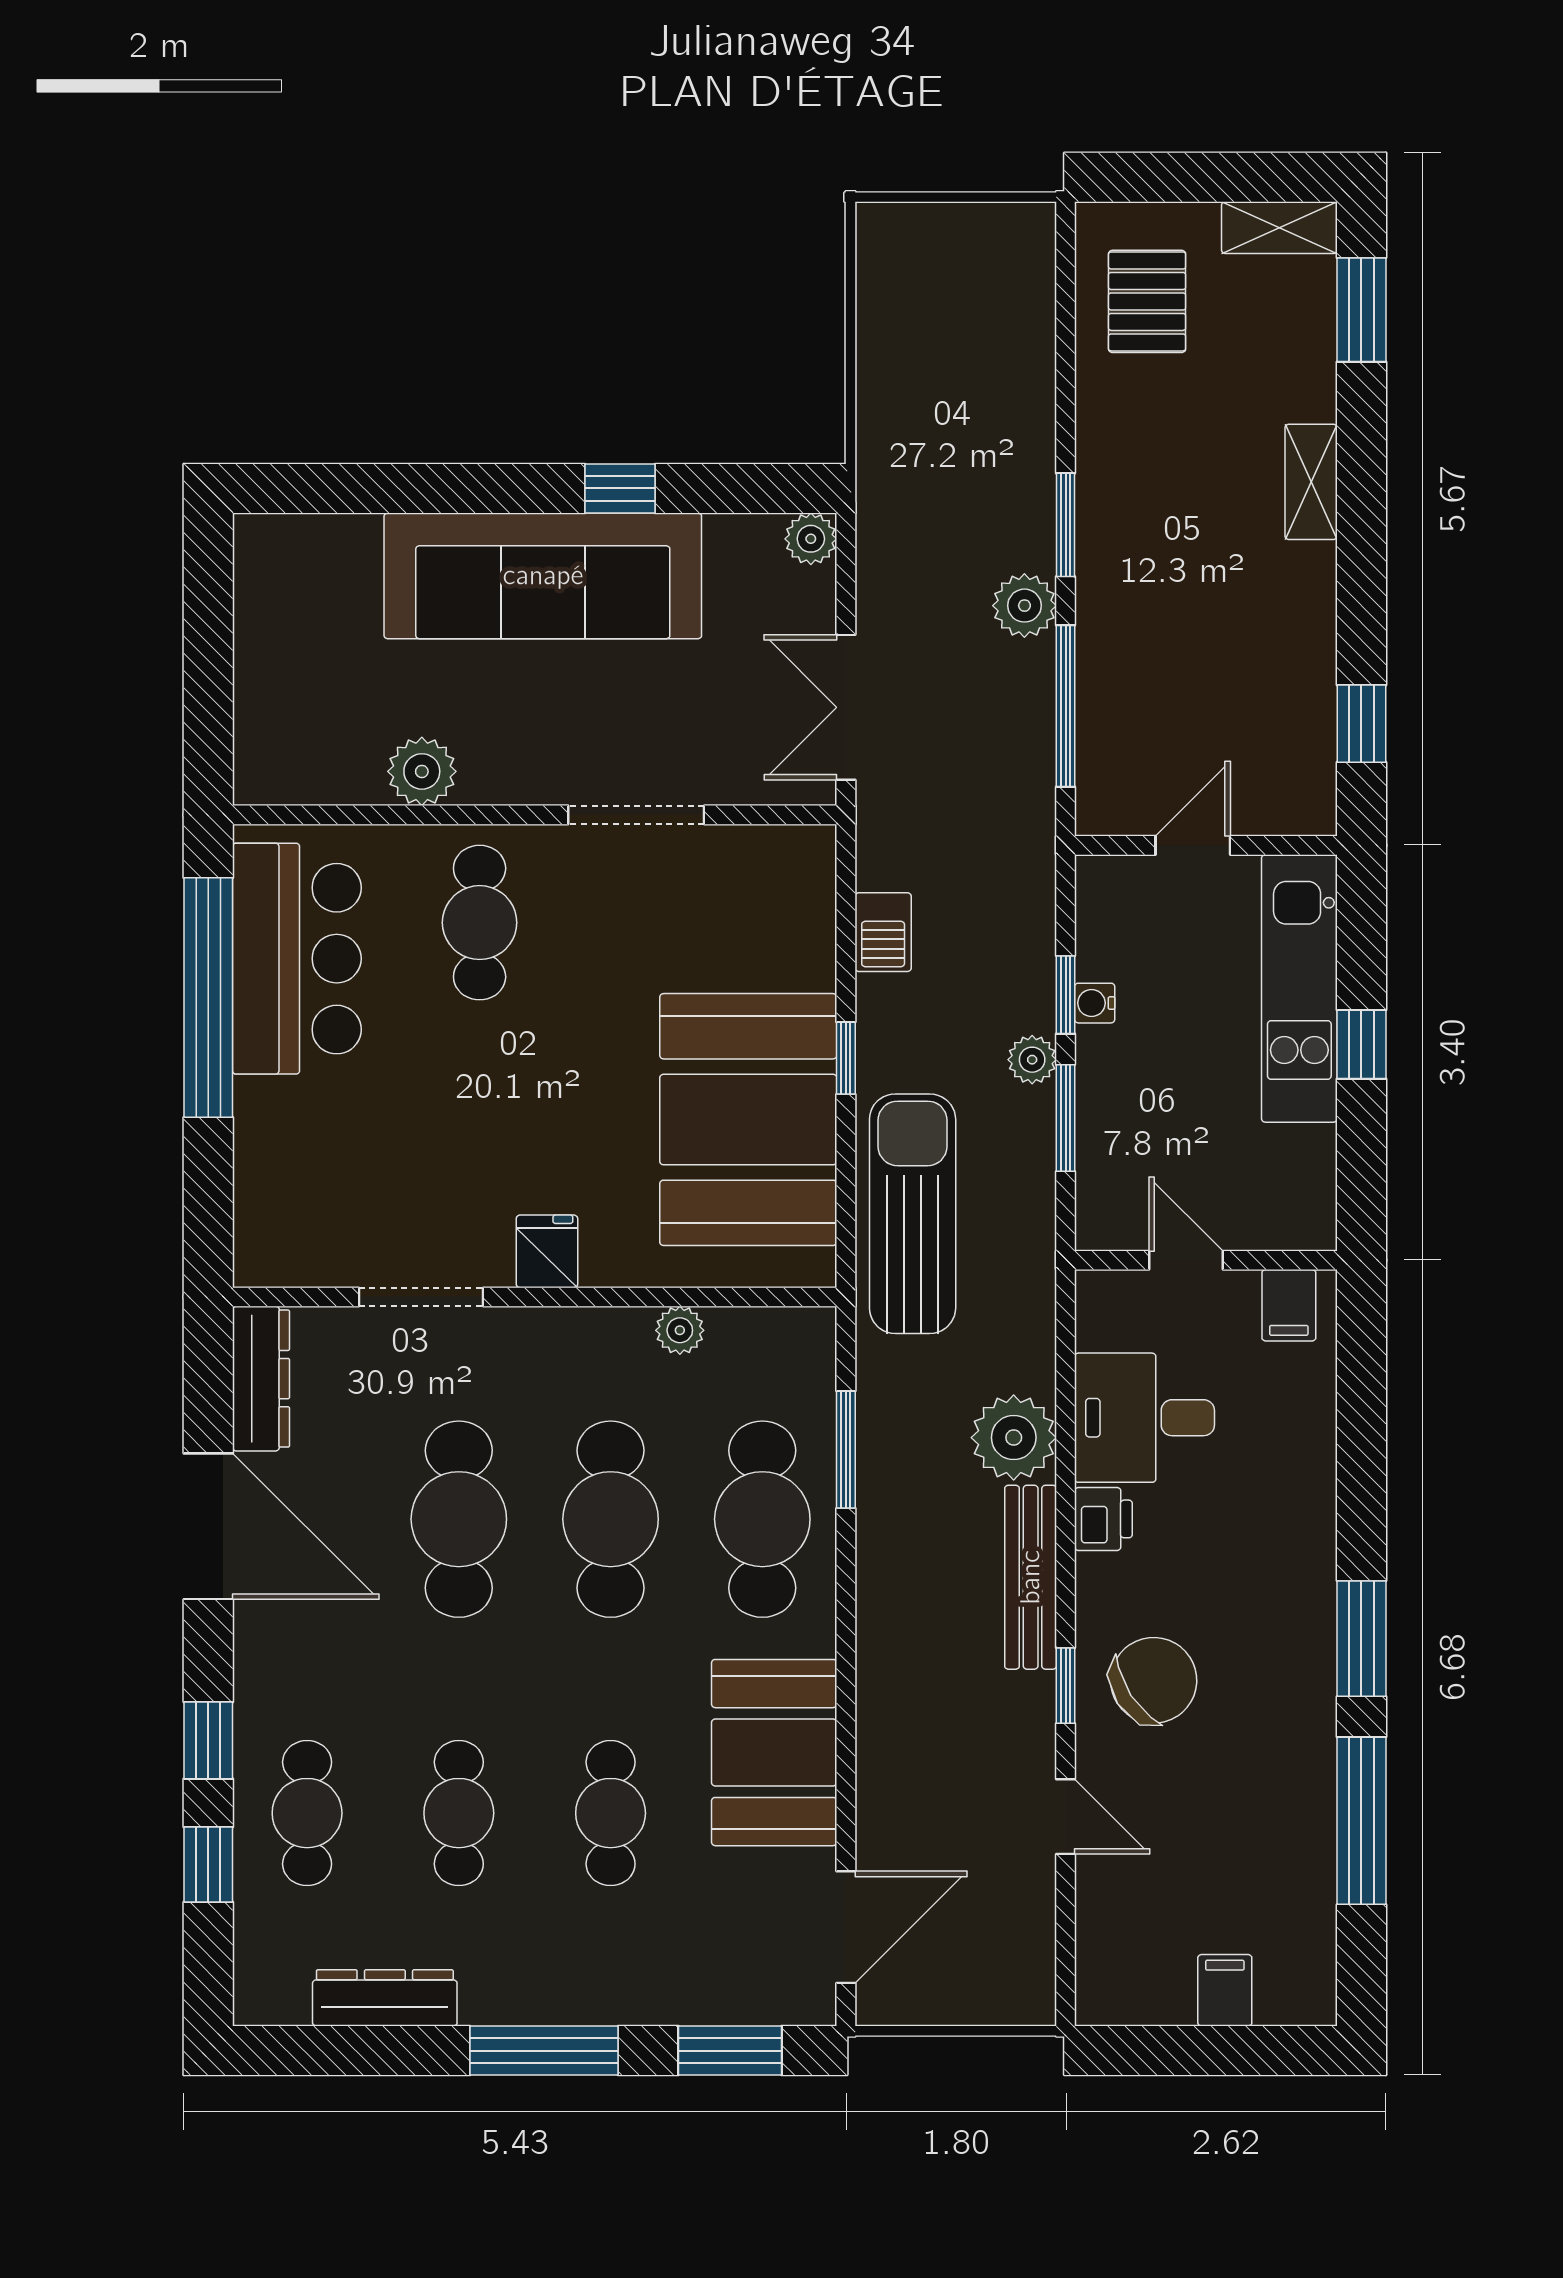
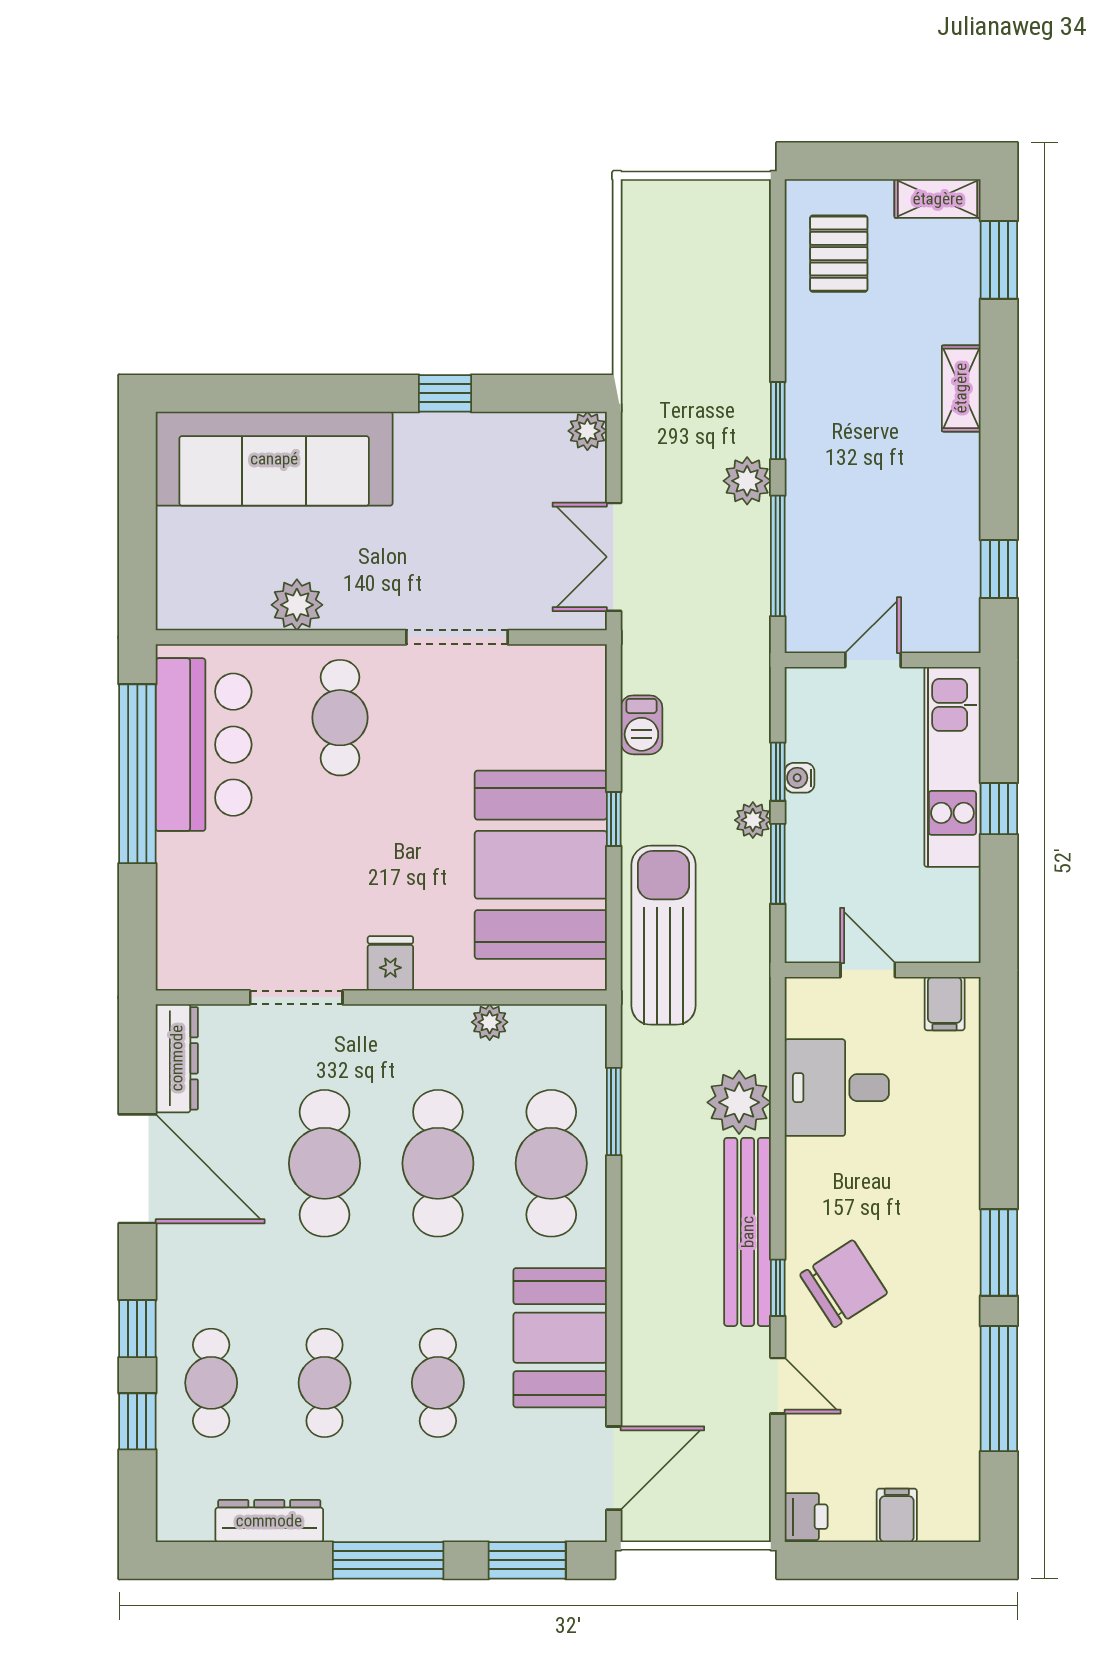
sofa: (543, 576) -> (274, 459), moved
printer: (1103, 1519) -> (806, 1517), moved
bench: (1031, 1577) -> (748, 1232), width x1.37, depth x1.21

